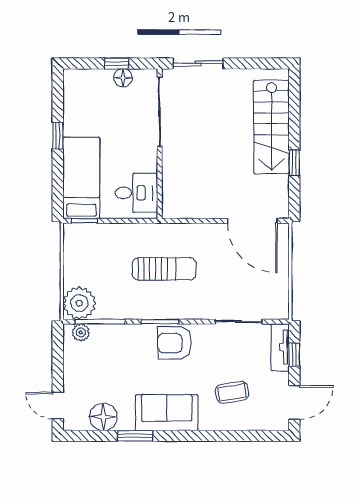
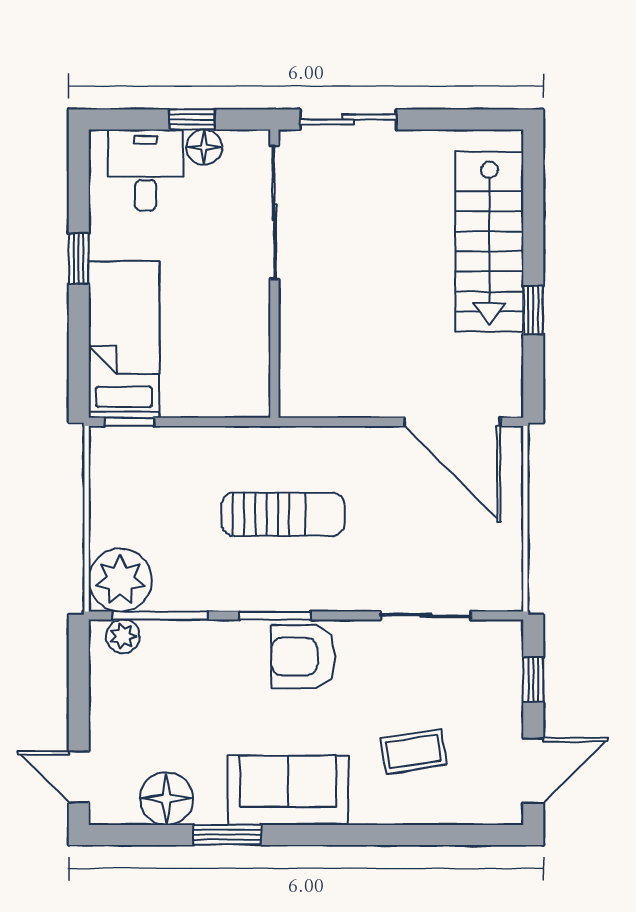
desk: (136, 193) -> (146, 170), moved, turned -90
tv unit: (280, 347) -> (506, 665), removed

